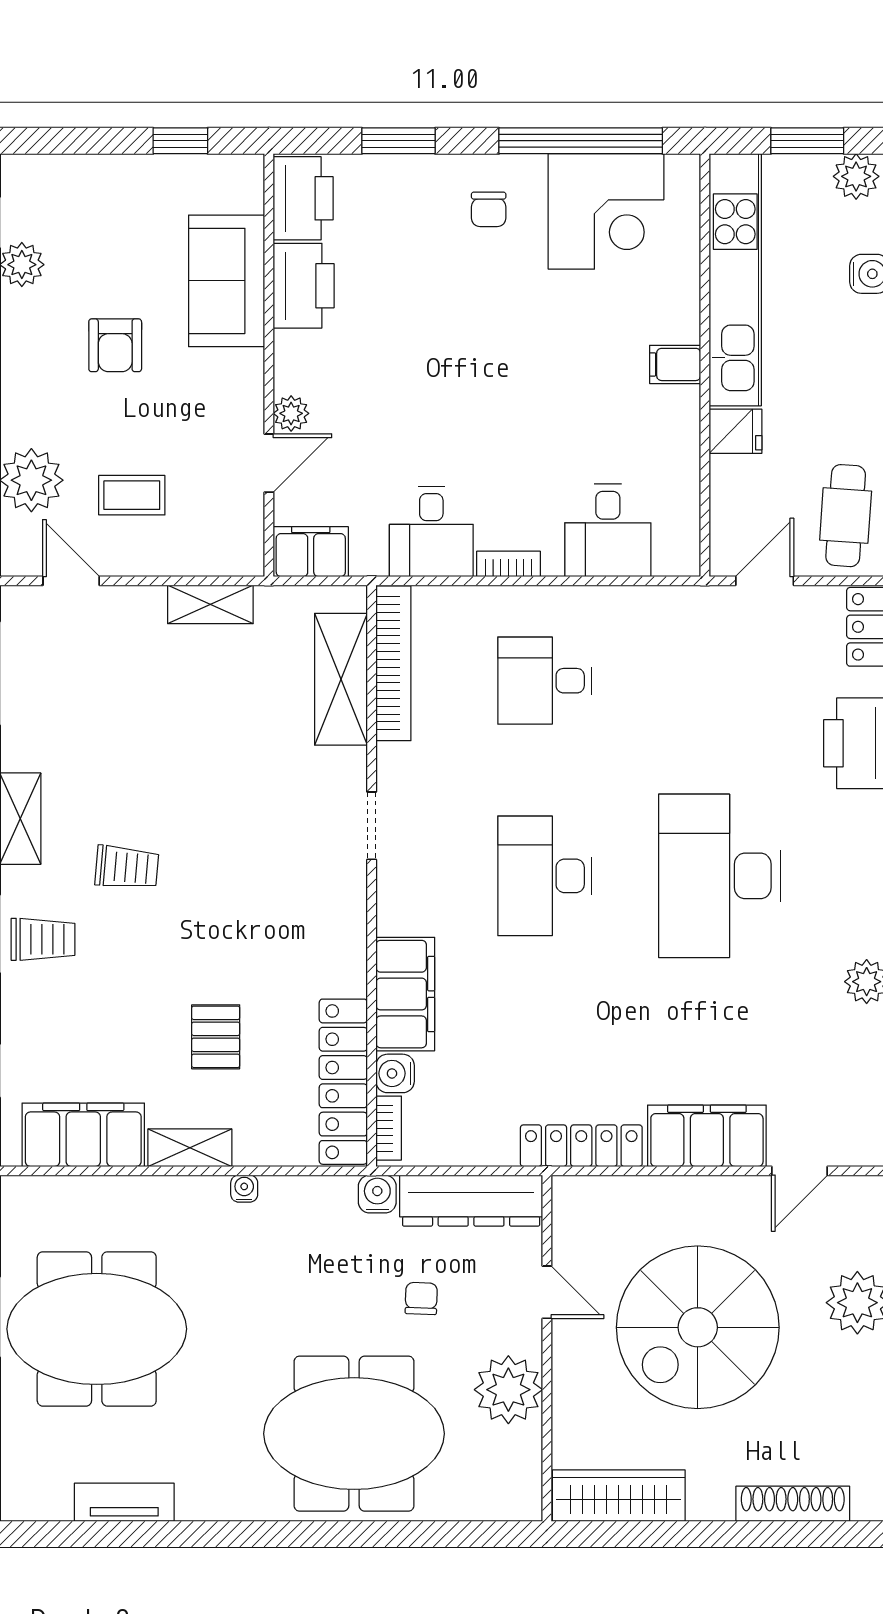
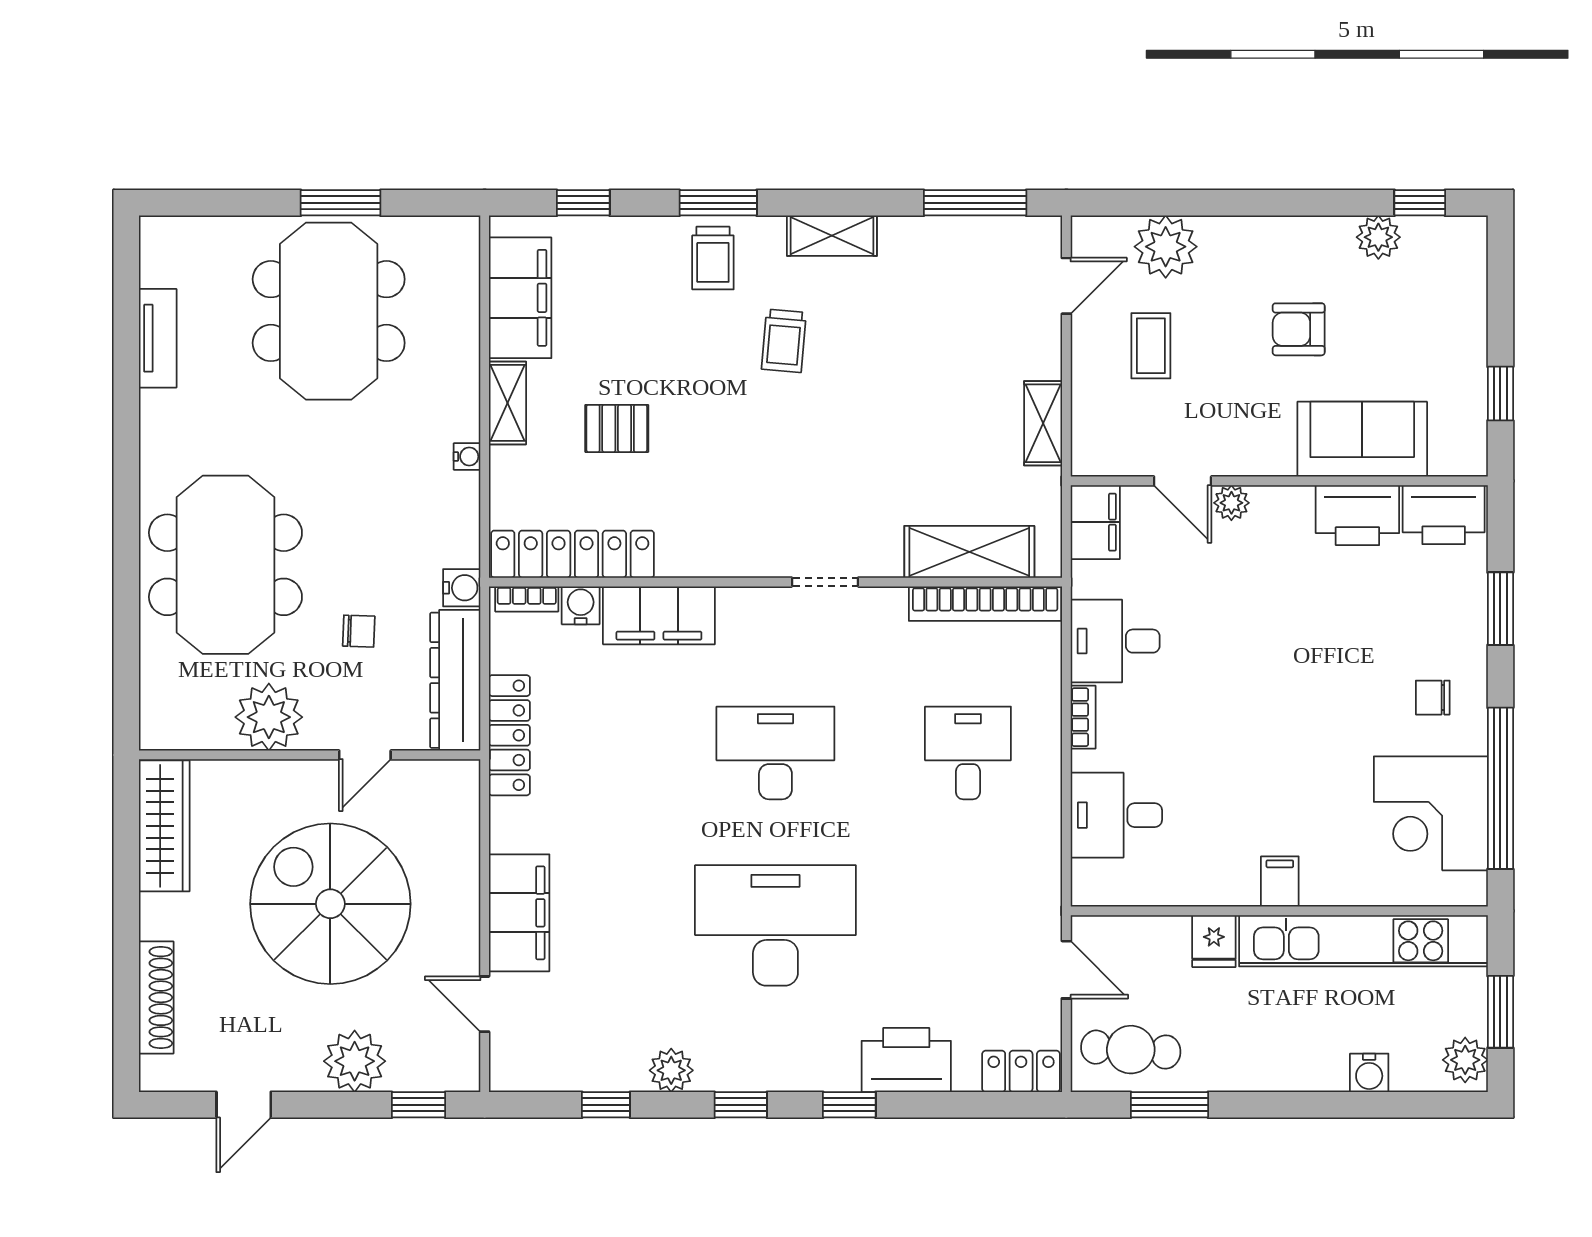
locker: (581, 1146) -> (509, 735), moved

